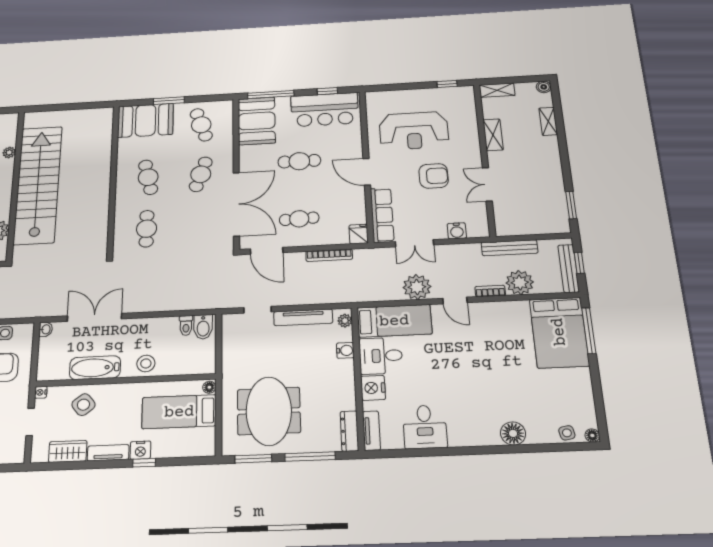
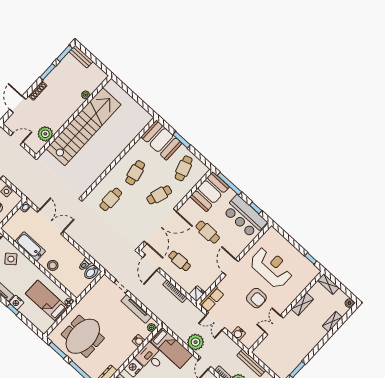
reception desk: (414, 131) -> (272, 267), turned 180
row of seats: (382, 215) -> (212, 299), width x0.68

